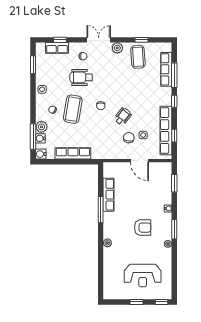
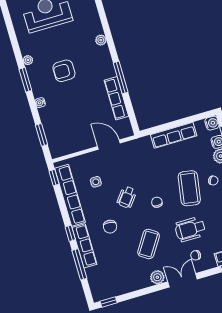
double door: (99, 40) -> (182, 280), swing flipped
window: (141, 40) -> (109, 302), moved
coffee table: (138, 57) -> (149, 244), moved, turned 37
row of seats: (166, 69) -> (84, 246), moved
wheelchair: (81, 77) -> (190, 229), turned 180
window: (174, 136) -> (54, 178), moved
chair: (129, 138) -> (110, 227), moved
door: (139, 161) -> (109, 145), moved

